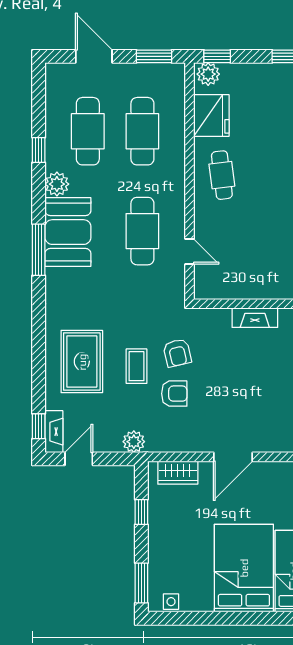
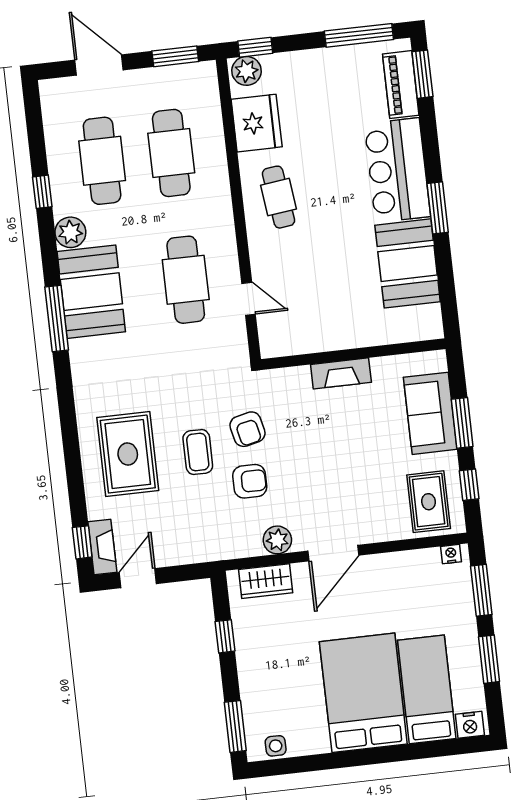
plant: (134, 442) -> (277, 540), moved

